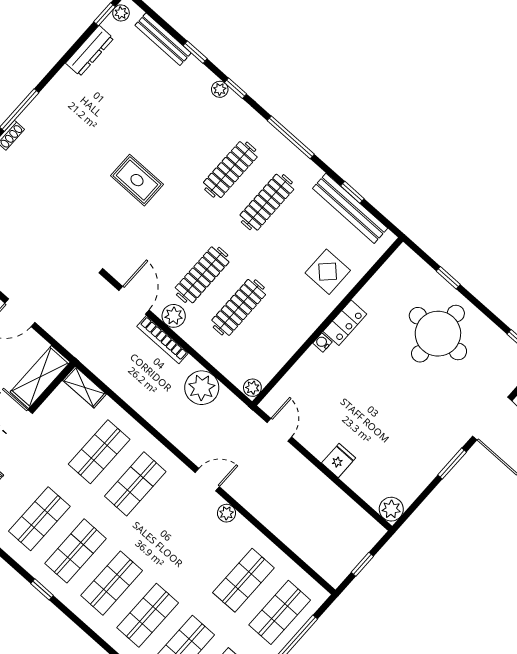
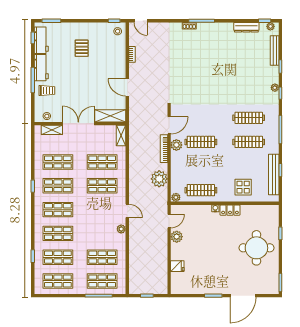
rug: (137, 180) -> (214, 87), removed
clothes rail: (239, 307) -> (201, 190), moved
fridge: (339, 460) -> (177, 266), moved
plant: (391, 509) -> (177, 237), moved

